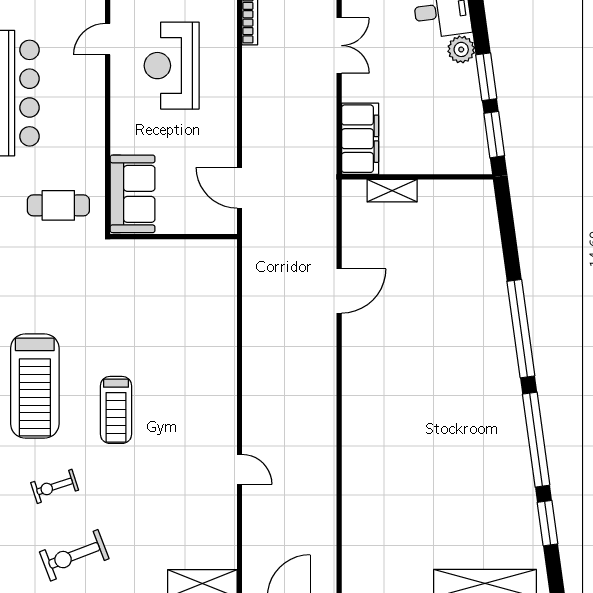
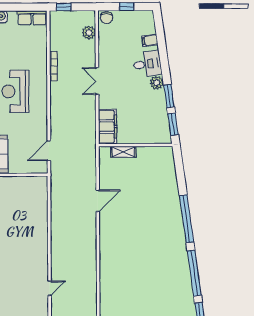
double door: (339, 46) -> (97, 81), swing flipped
door: (240, 188) -> (49, 151), hinge flipped
door: (240, 469) -> (50, 288), hinge flipped

